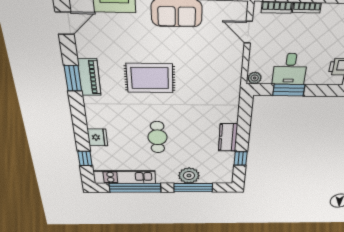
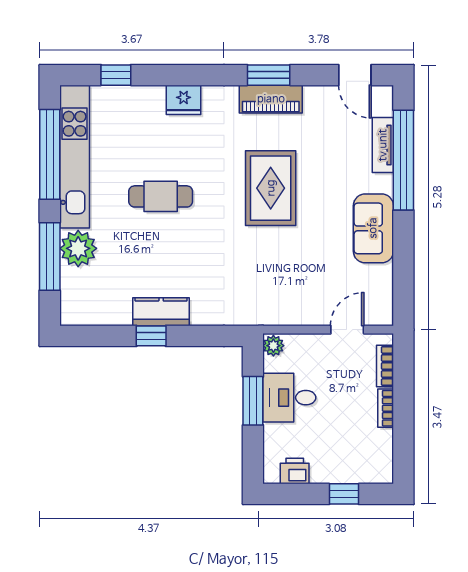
fridge: (97, 137) -> (184, 100), moved
window: (241, 158) -> (151, 336), moved
kitchen unit: (125, 177) -> (75, 157), width x1.36

